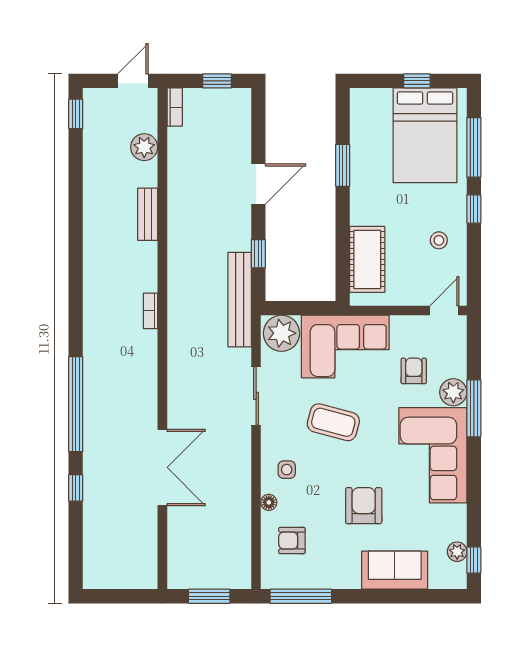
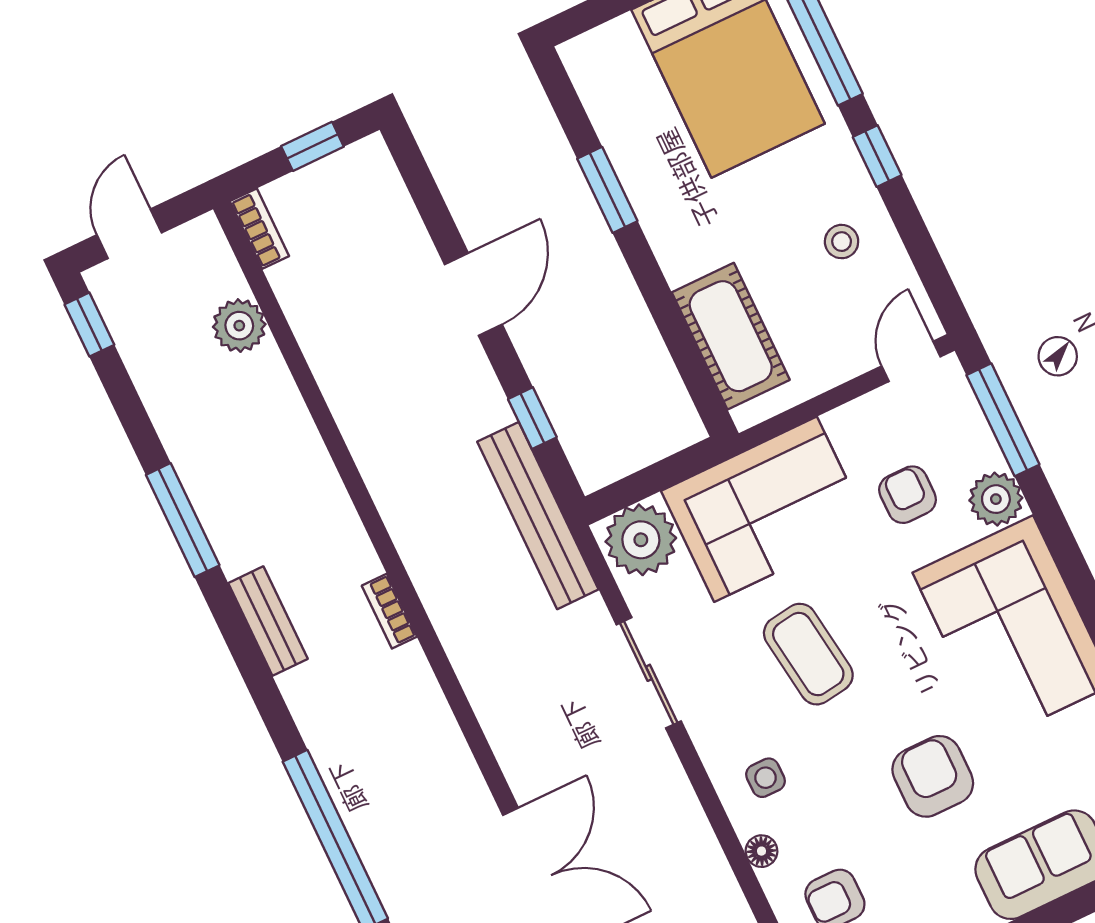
door: (133, 81) -> (129, 234), moved
bench: (148, 214) -> (268, 621), moved
window: (76, 224) -> (183, 520), added
window: (474, 408) -> (1003, 420), moved
coffee table: (333, 422) -> (808, 654), turned 67

